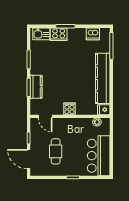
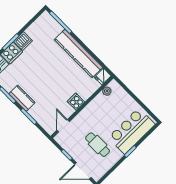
dishwasher: (93, 34) -> (23, 41), moved
kitchen counter: (36, 87) -> (22, 98), moved
door: (45, 116) -> (63, 126), swing flipped
bar counter: (99, 156) -> (132, 131), moved, turned 90

